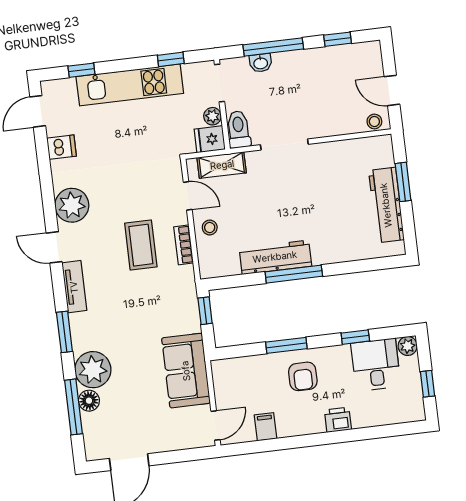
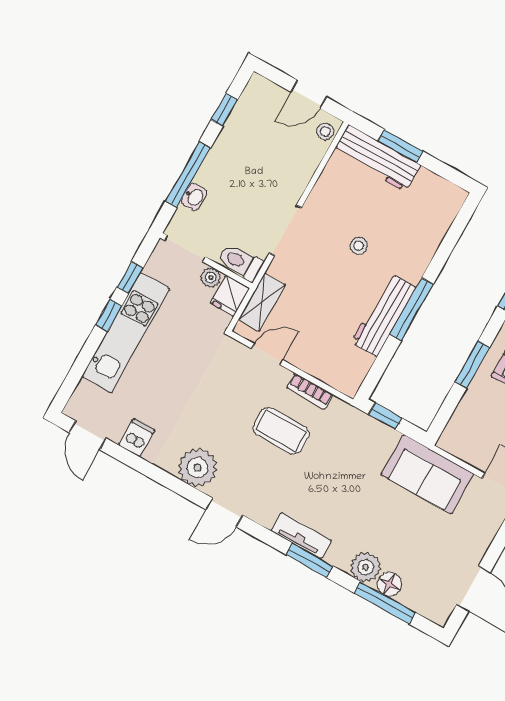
window: (81, 70) -> (109, 315), moved
workbench: (386, 205) -> (377, 158), moved
stool: (210, 228) -> (359, 246), moved
tv unit: (74, 287) -> (301, 536), moved
plant: (93, 370) -> (366, 567), width x0.73, depth x0.73

